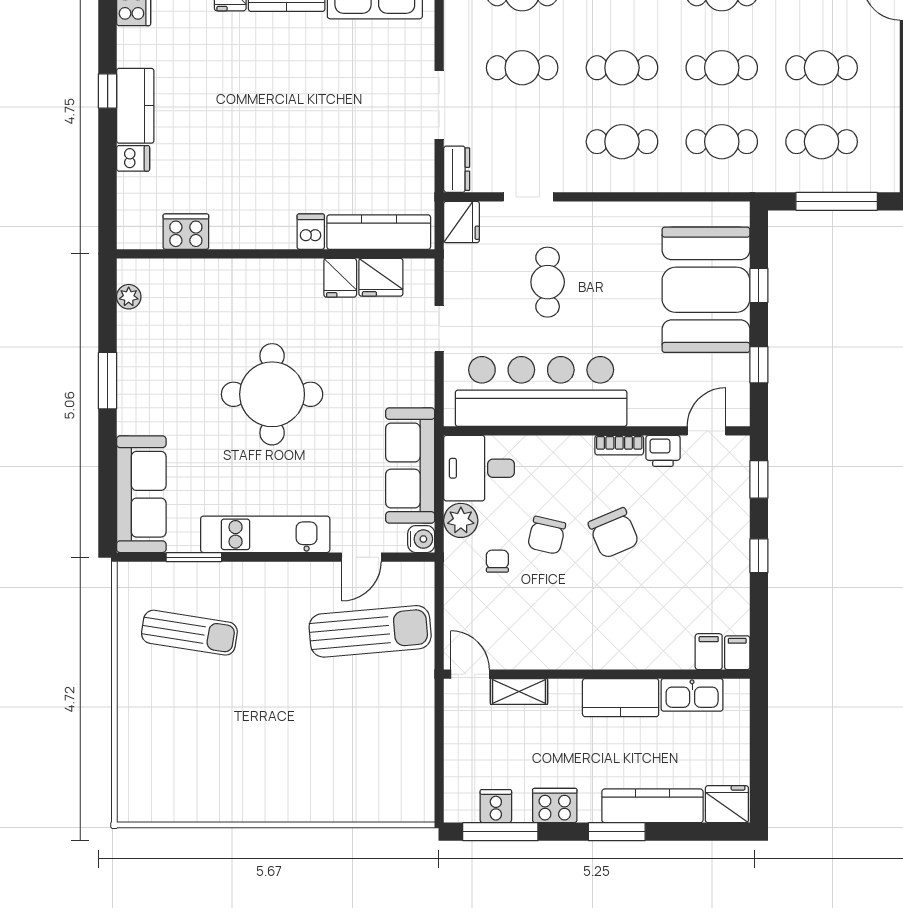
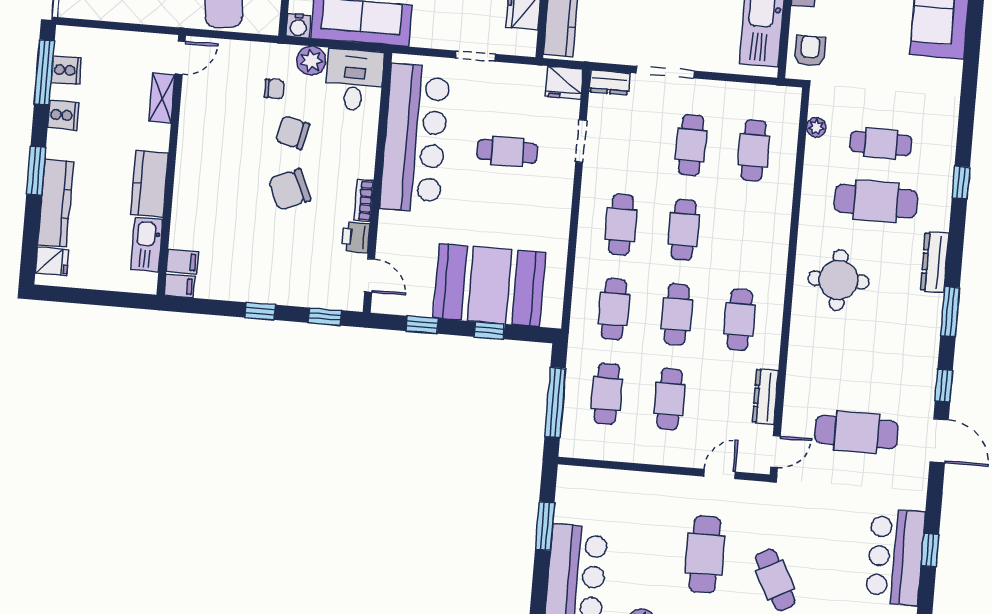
fridge: (727, 804) -> (52, 261), width x0.72
cooker: (555, 806) -> (63, 115), width x0.73

